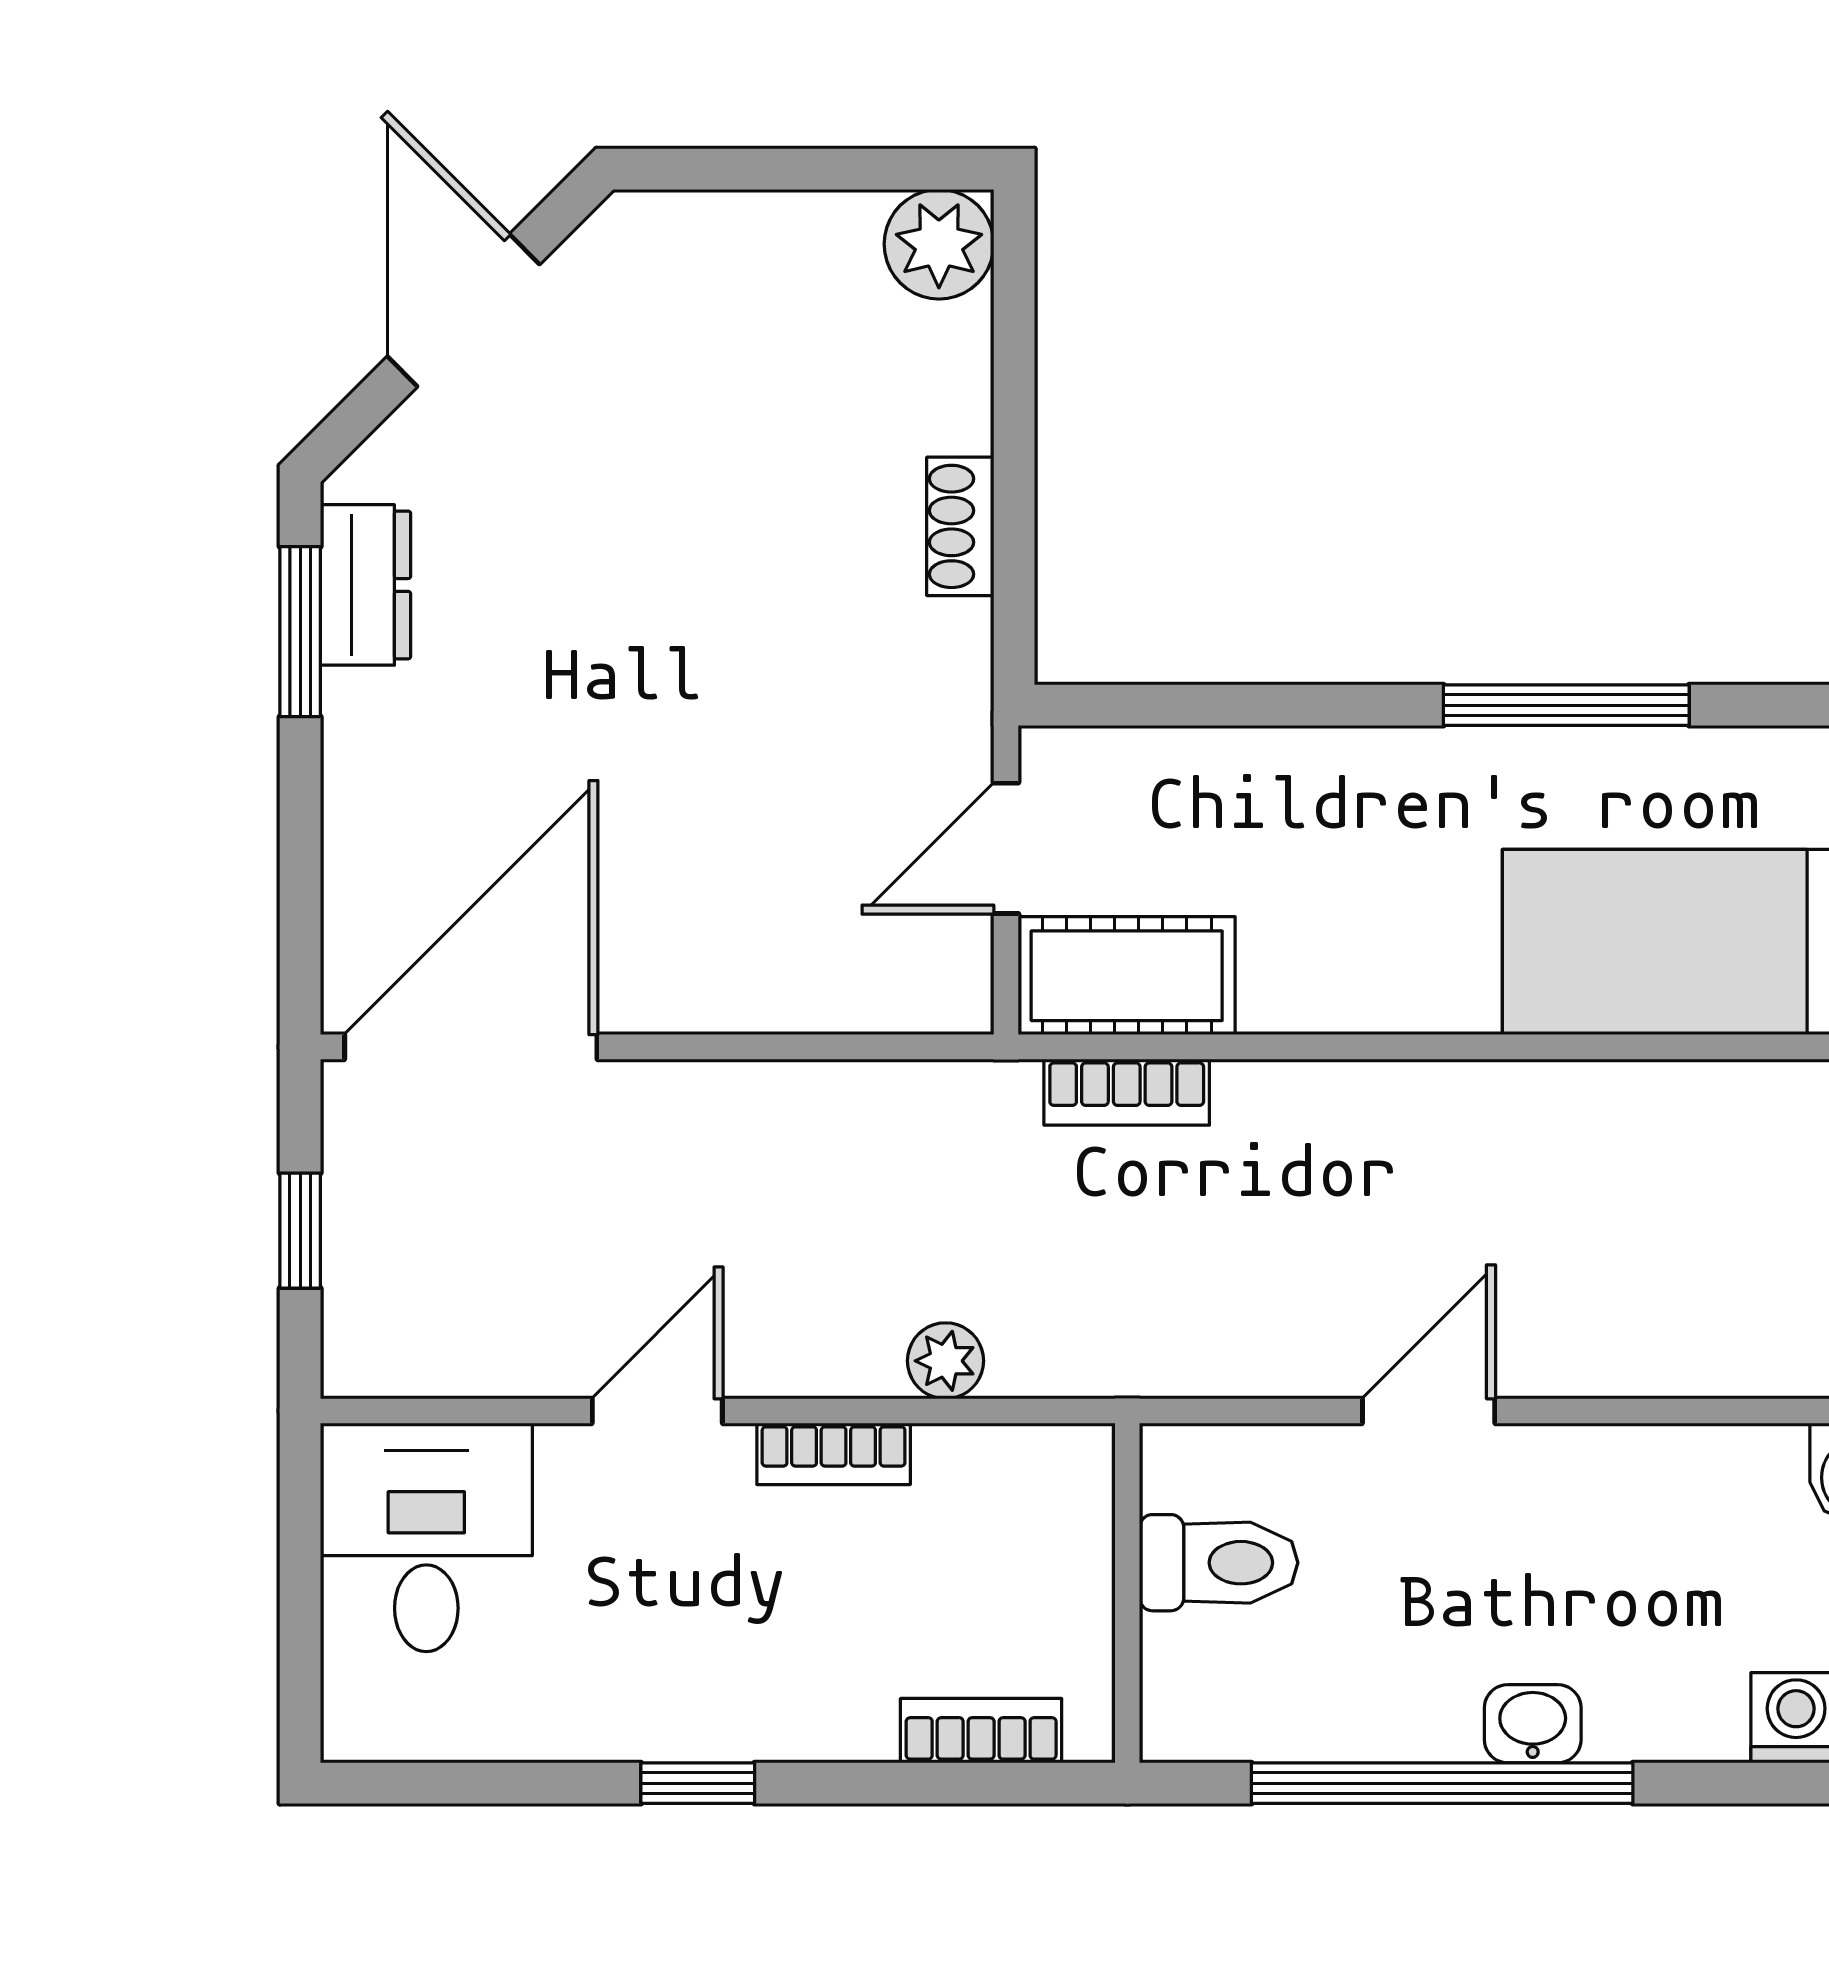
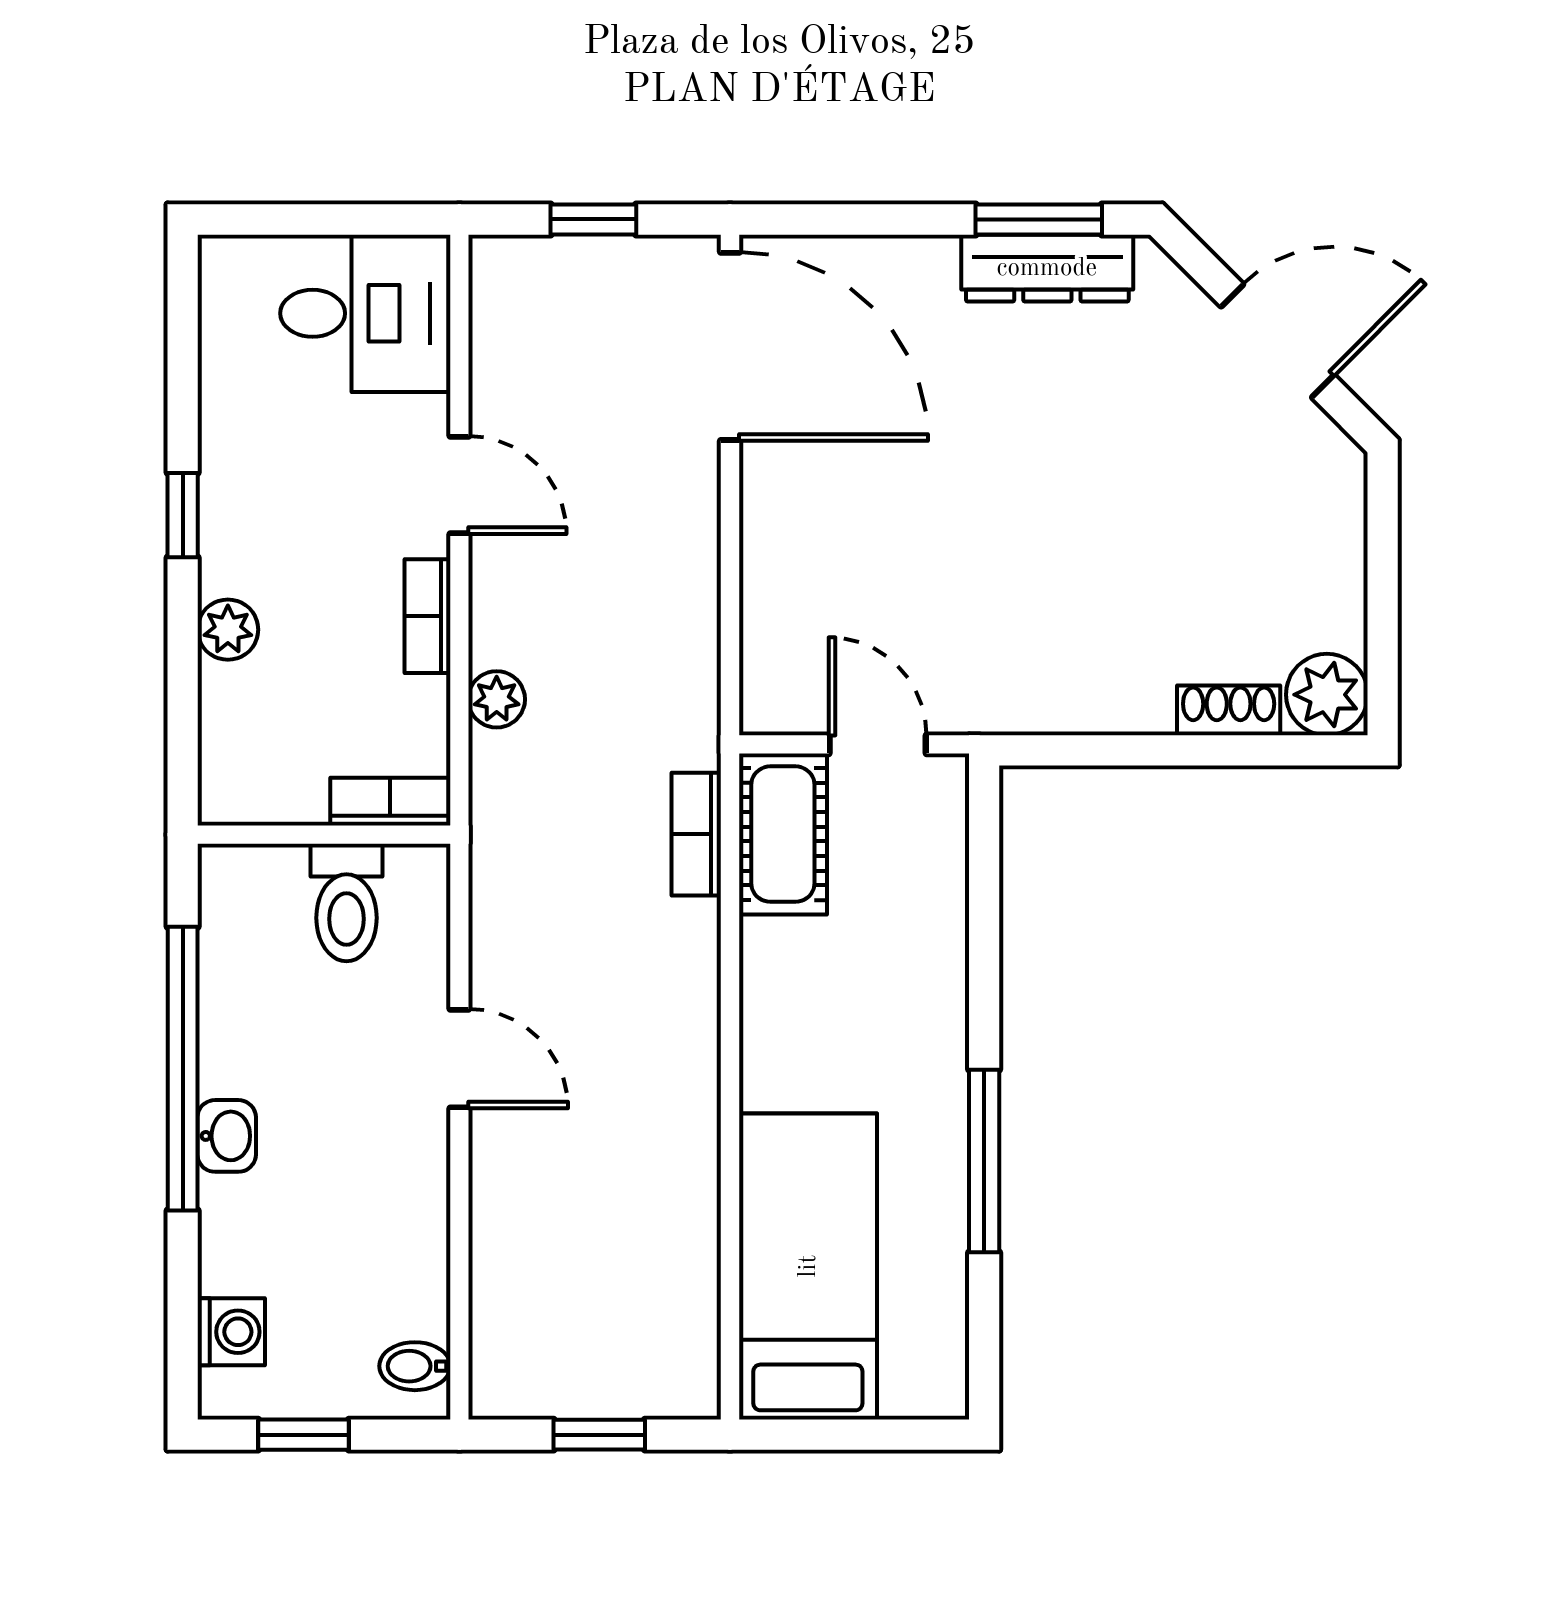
shoe rack: (960, 526) -> (1229, 710), moved
dresser: (365, 585) -> (1047, 268), width x1.44
plant: (852, 1722) -> (228, 630), added
bookcase: (981, 1731) -> (390, 802), moved, turned -90

